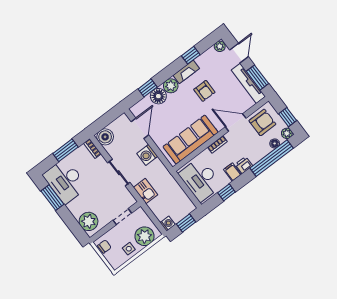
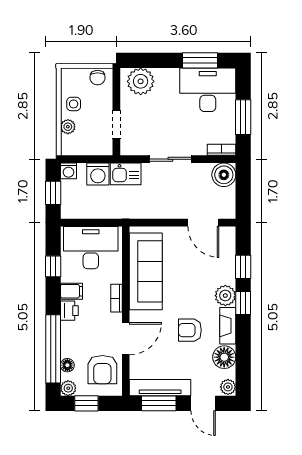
window: (191, 55) -> (243, 303), moved
floor lamp: (158, 96) -> (224, 357), moved
washing machine: (147, 155) -> (98, 174), moved, turned 180
plant: (144, 236) -> (68, 127), width x0.53, depth x0.53

